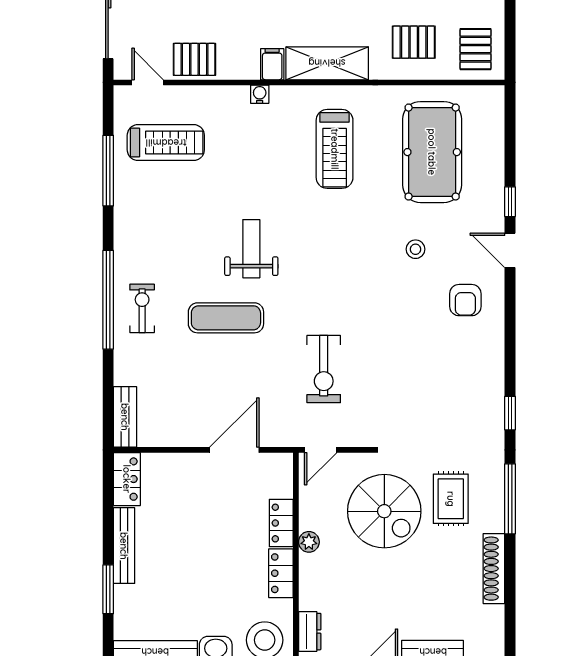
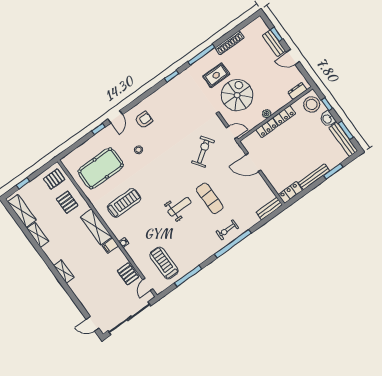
weight bench: (251, 249) -> (179, 207), turned 180
exercise bike: (324, 369) -> (203, 152), turned -35

